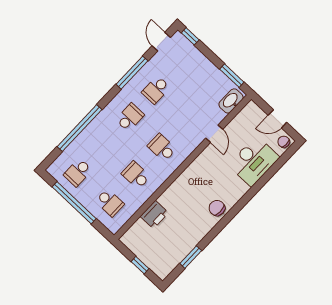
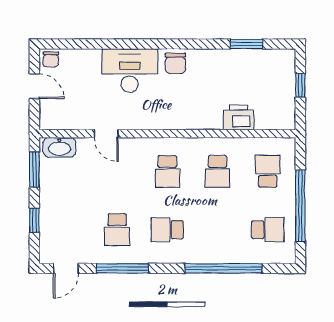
window: (190, 36) -> (34, 220), moved
school desk: (156, 90) -> (117, 230), turned 90
door: (214, 134) -> (106, 134), swing flipped
desk: (254, 161) -> (130, 71), moved

